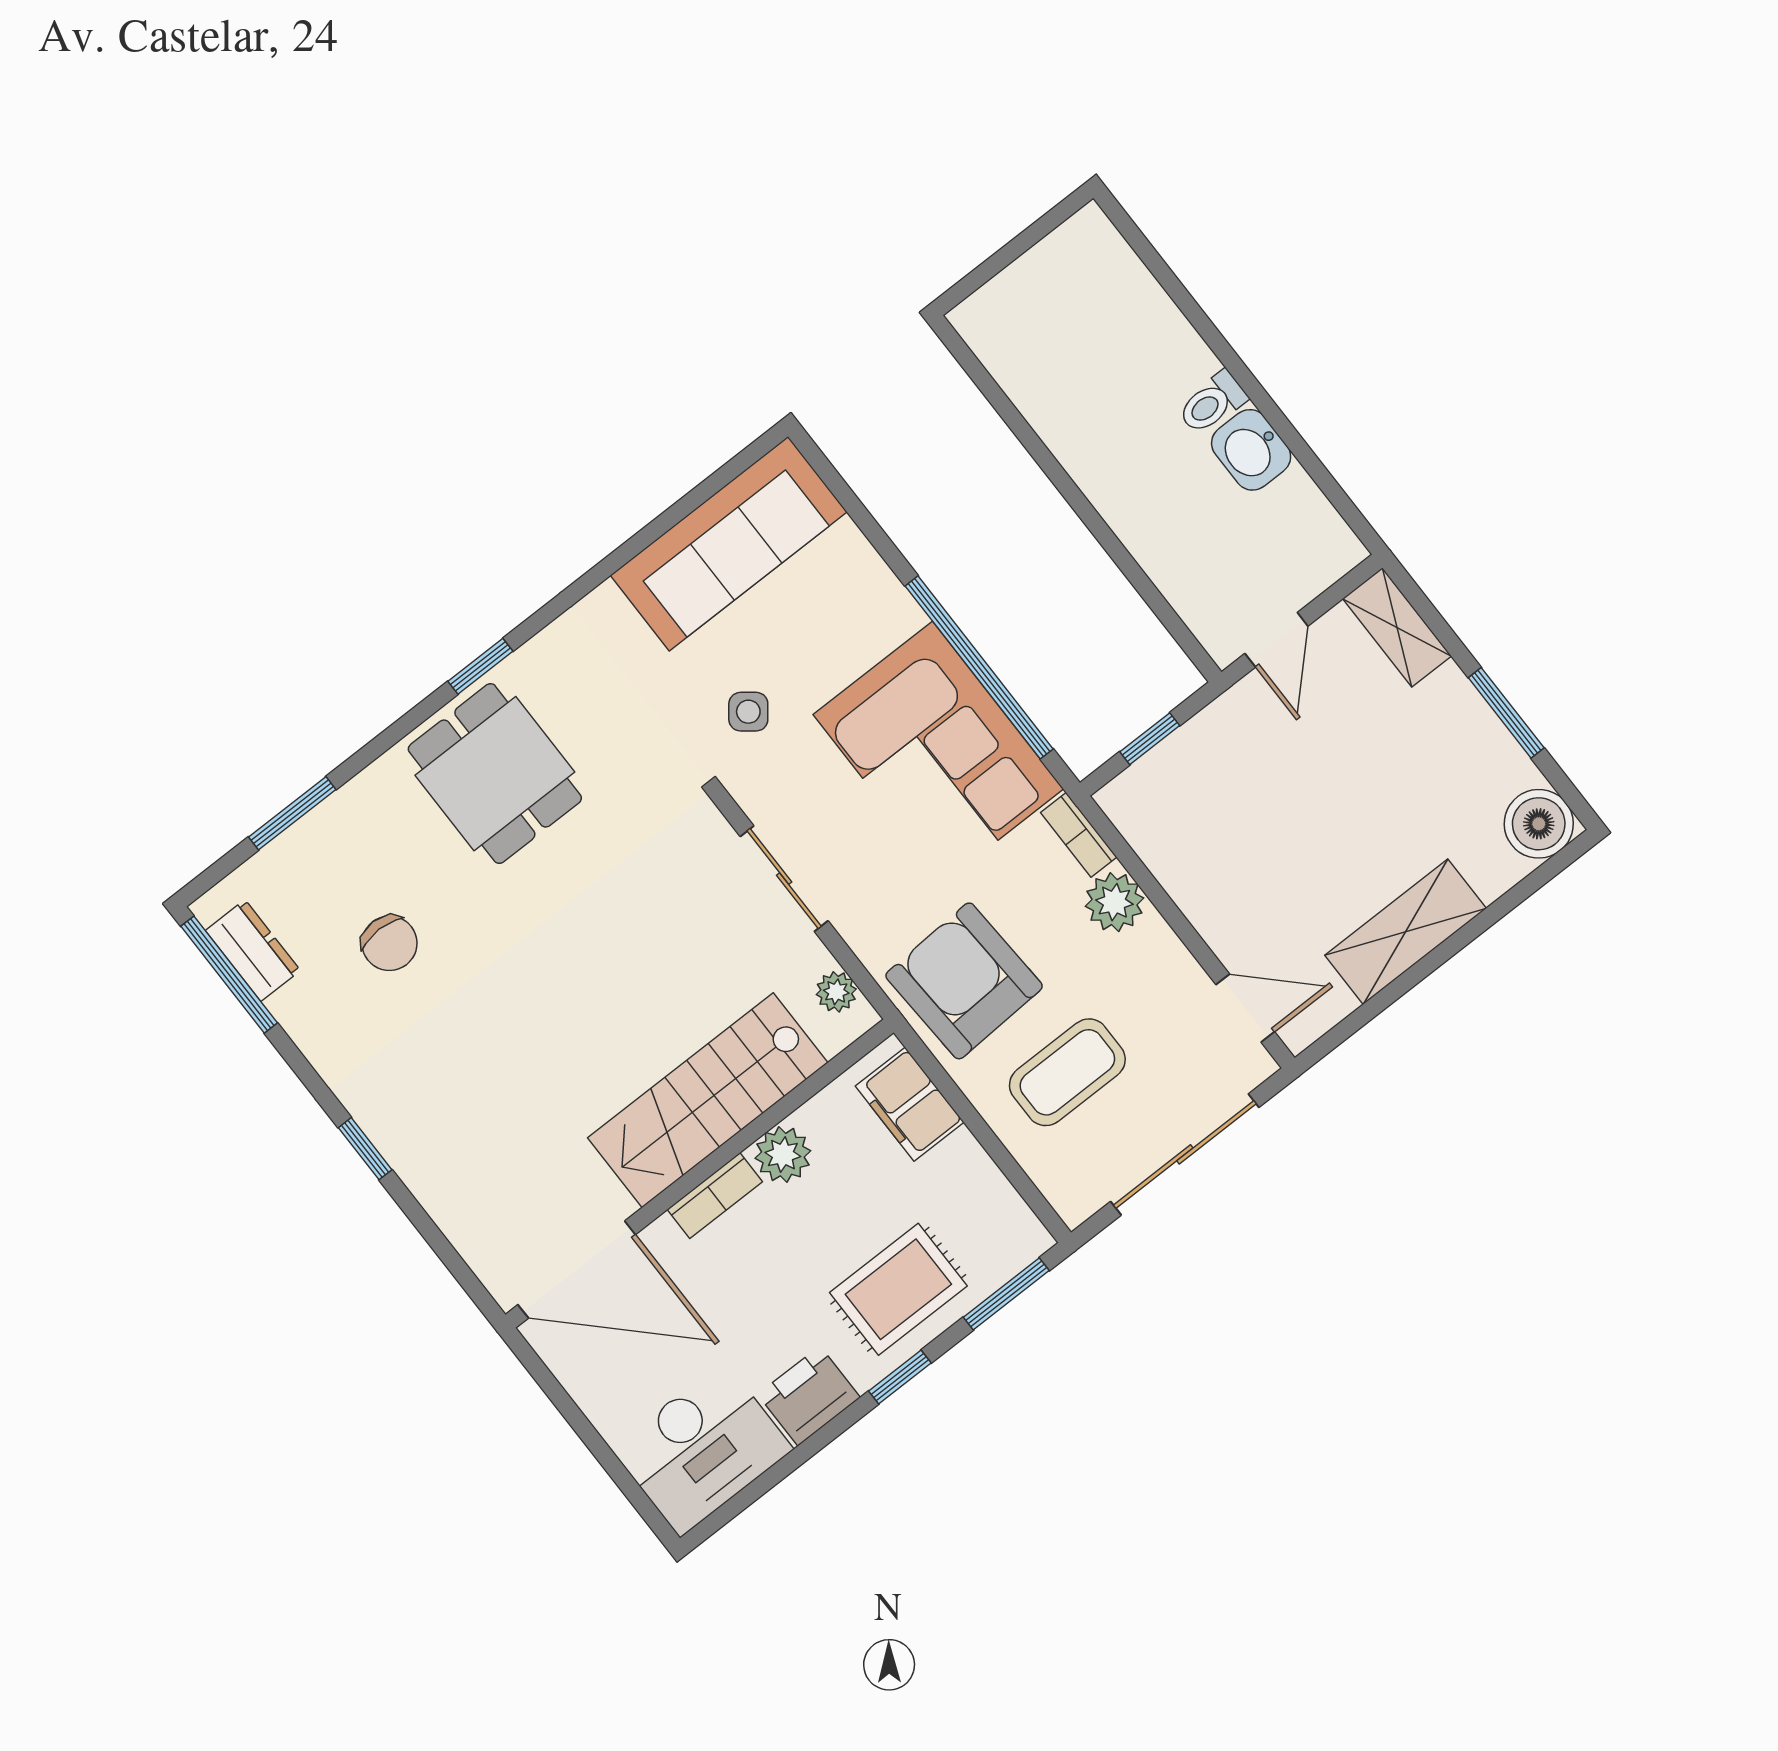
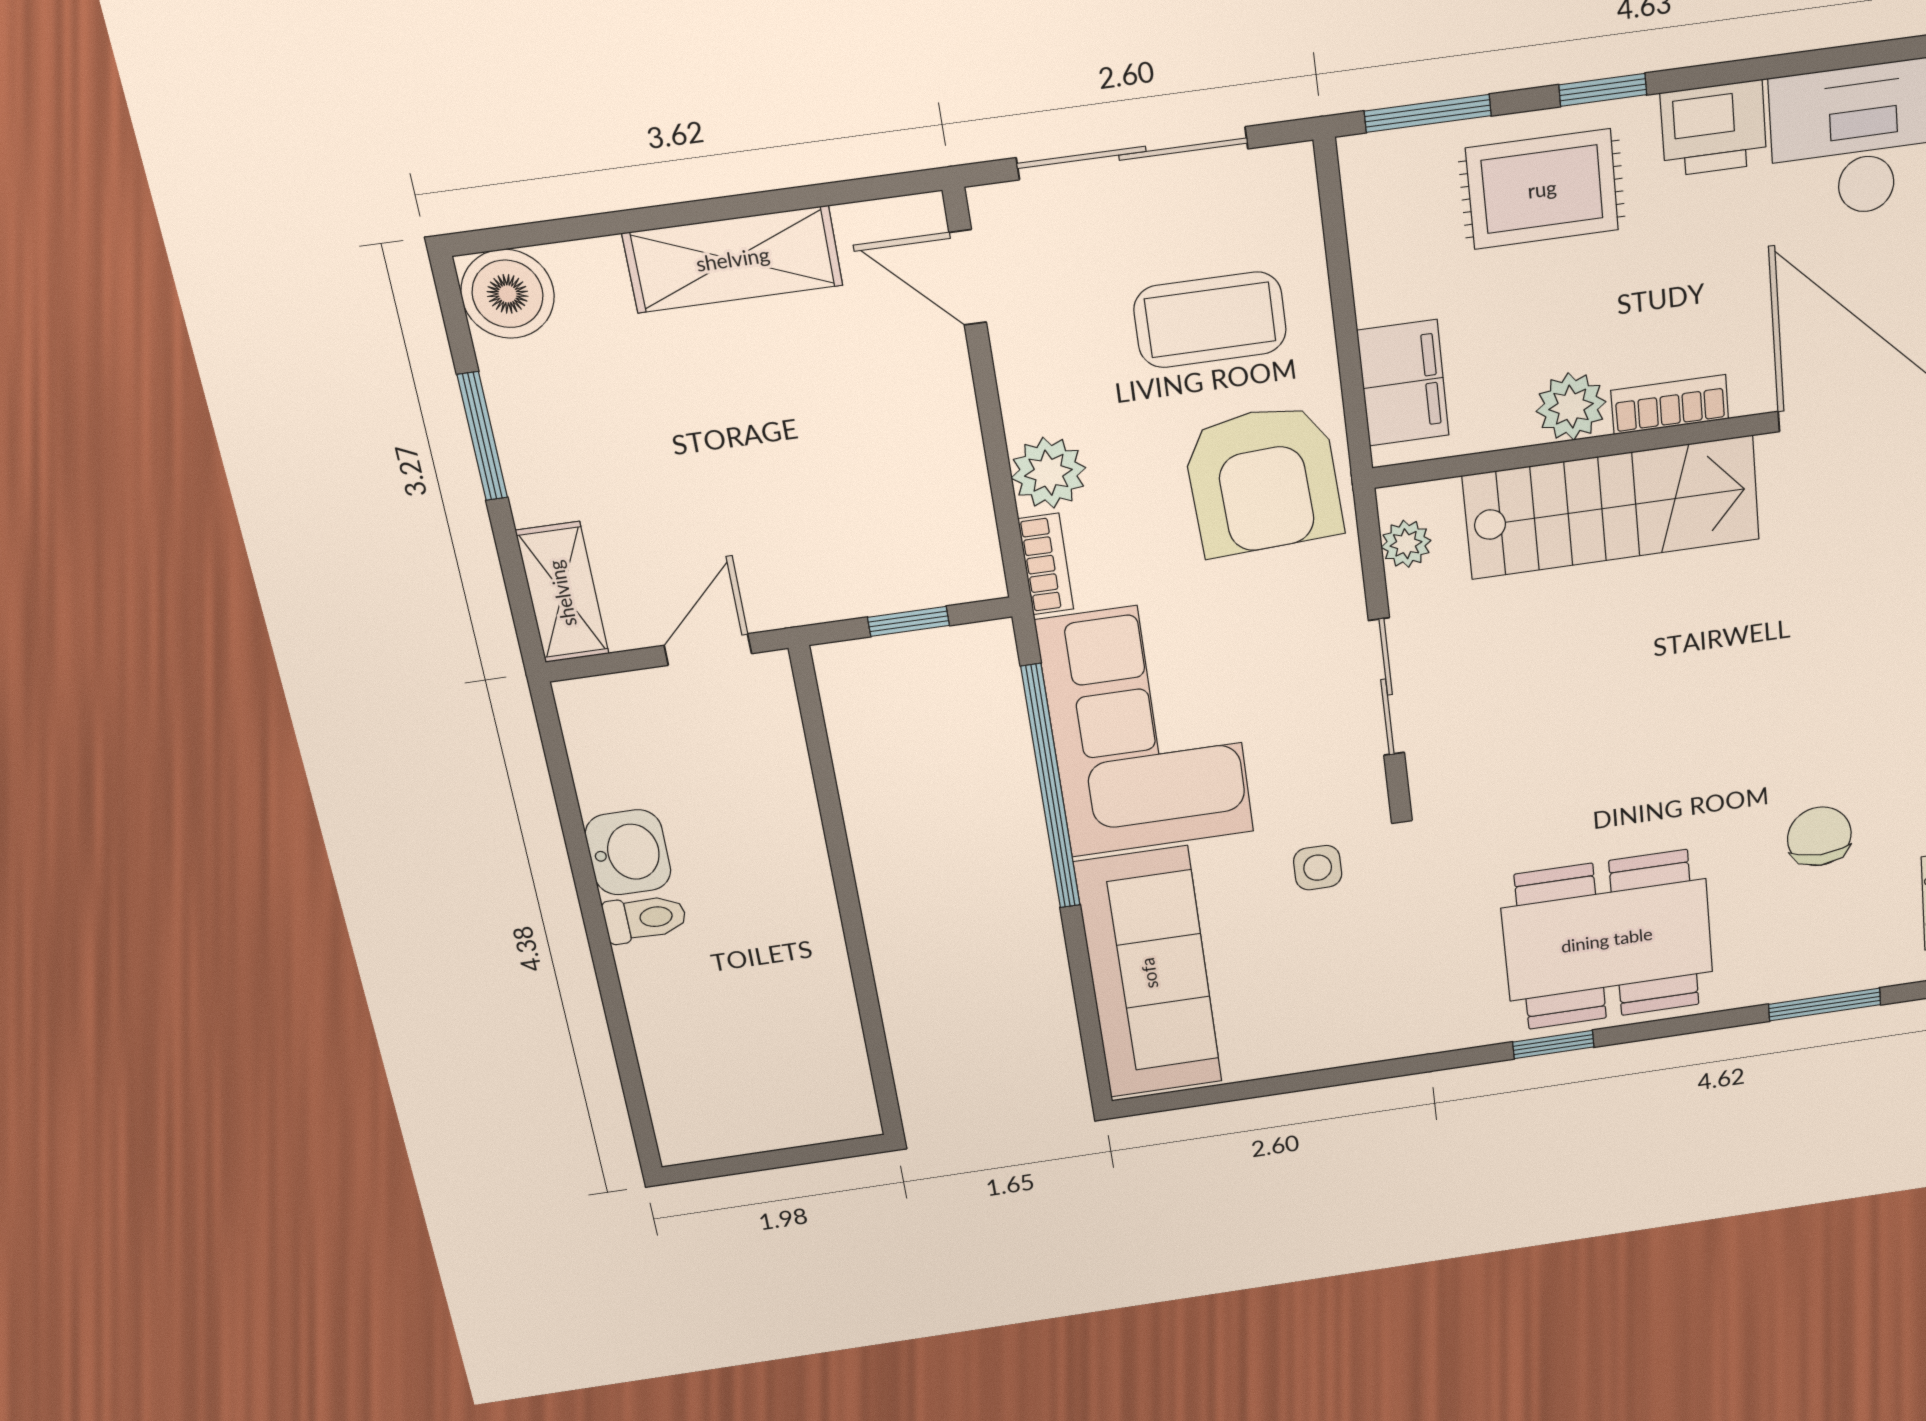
sofa: (729, 544) -> (1149, 973), moved, turned 90
side table: (748, 712) -> (1318, 868), turned -38
dining table: (495, 774) -> (1607, 940), width x1.37

